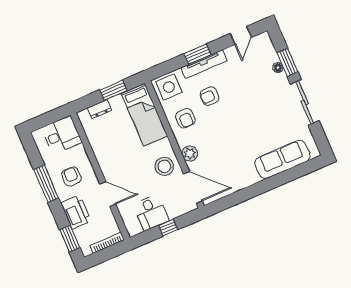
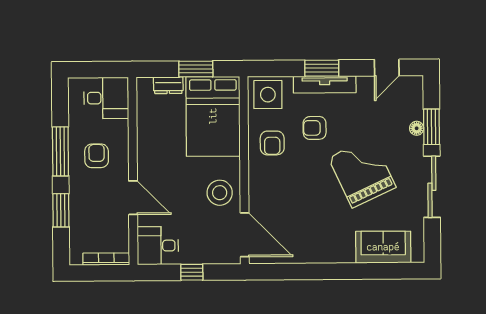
grand piano: (254, 113) -> (362, 172), added
bed: (144, 115) -> (213, 116), width x1.50
plant: (190, 154) -> (259, 190), removed
sofa: (283, 159) -> (383, 247), width x0.73
printer: (76, 212) -> (83, 203), removed
desk: (151, 212) -> (158, 246), moved, turned 90
window: (70, 239) -> (61, 210), moved

